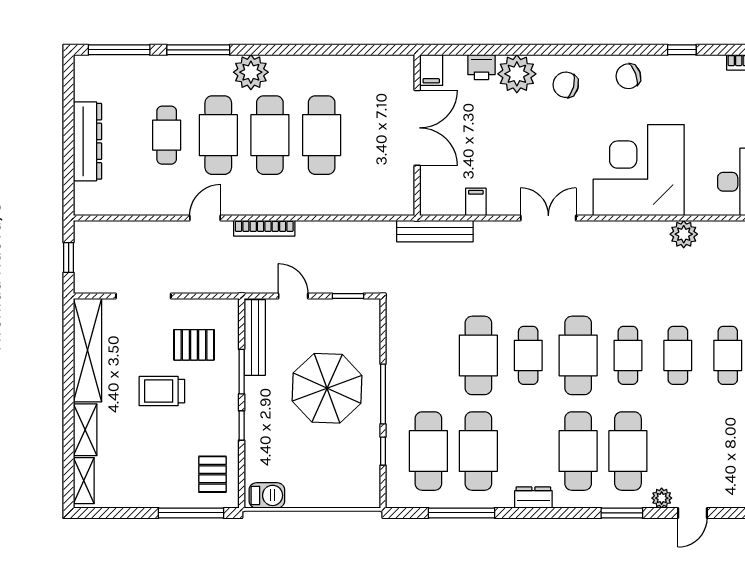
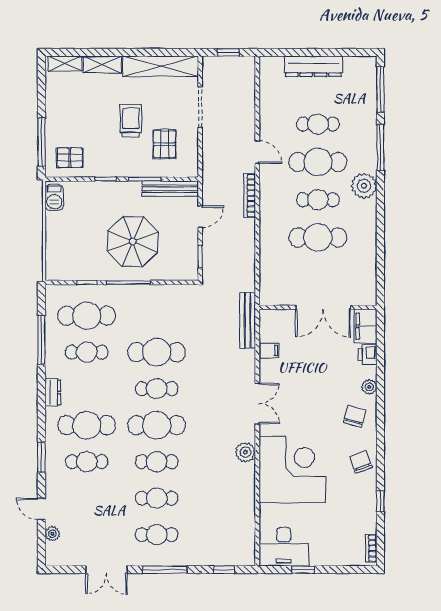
filing cabinet: (431, 70) -> (365, 326), width x2.00
plant: (517, 74) -> (369, 387), width x0.53, depth x0.53
cafe table: (270, 135) -> (318, 200), width x0.73, depth x0.74
plant: (684, 234) -> (245, 452), moved
cafe table: (478, 451) -> (87, 352), width x0.73, depth x0.74
cafe table: (628, 451) -> (87, 462), width x0.73, depth x0.74
plant: (662, 498) -> (52, 534), moved

